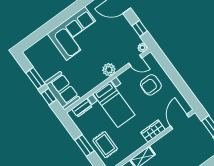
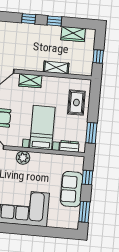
window: (35, 78) -> (84, 212), moved
sofa: (62, 91) -> (72, 189), moved
window: (84, 146) -> (91, 133), moved

